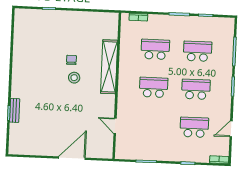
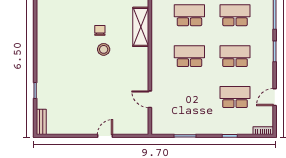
shelving: (109, 67) -> (141, 27), width x0.68
bench: (15, 110) -> (41, 122), moved
door: (72, 158) -> (105, 136), width x0.53

